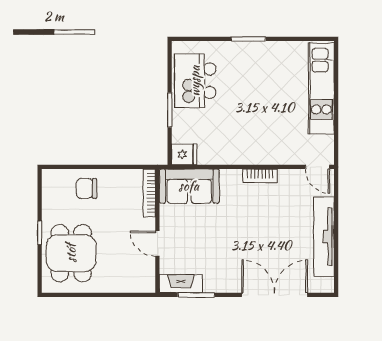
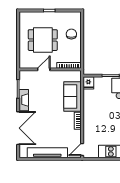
sofa: (189, 186) -> (72, 97), moved
dining table: (71, 253) -> (43, 40), moved
fireplace: (181, 284) -> (24, 100), moved

